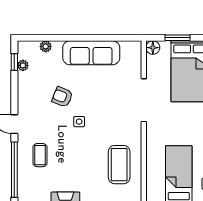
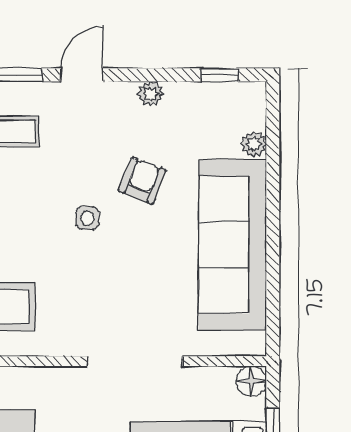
sofa: (91, 53) -> (232, 245), width x1.36, depth x1.27
plant: (23, 65) -> (151, 94), moved

